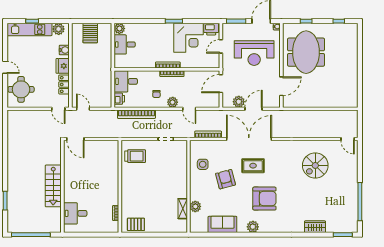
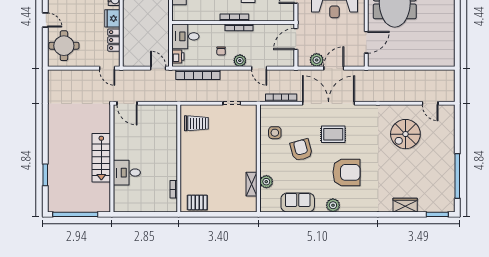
door: (83, 109) -> (158, 68), moved
door: (348, 139) -> (430, 103), moved
desk: (75, 213) -> (127, 173), moved

